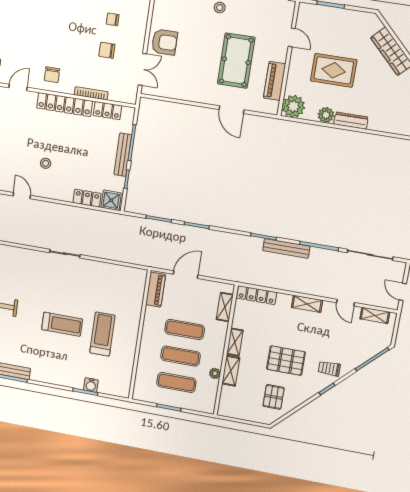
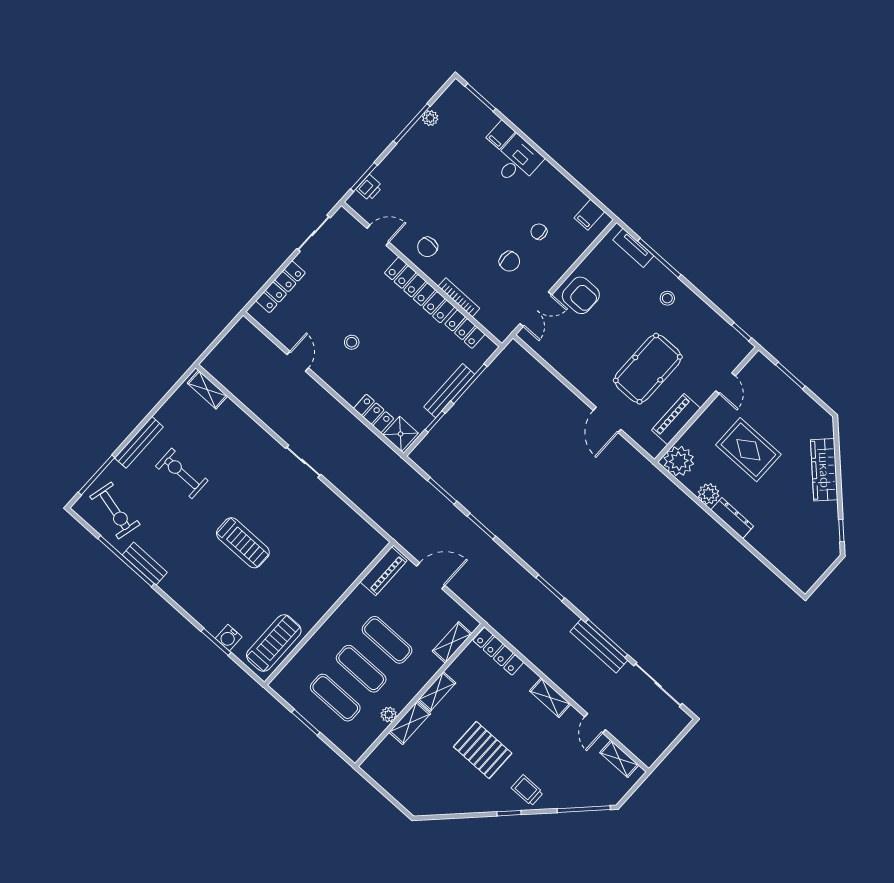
chair: (107, 50) -> (509, 261), turned 180
bench: (286, 248) -> (599, 646), moved
door: (403, 292) -> (668, 751), removed
treadmill: (102, 334) -> (274, 643), moved
pallet: (274, 397) -> (440, 785), removed

